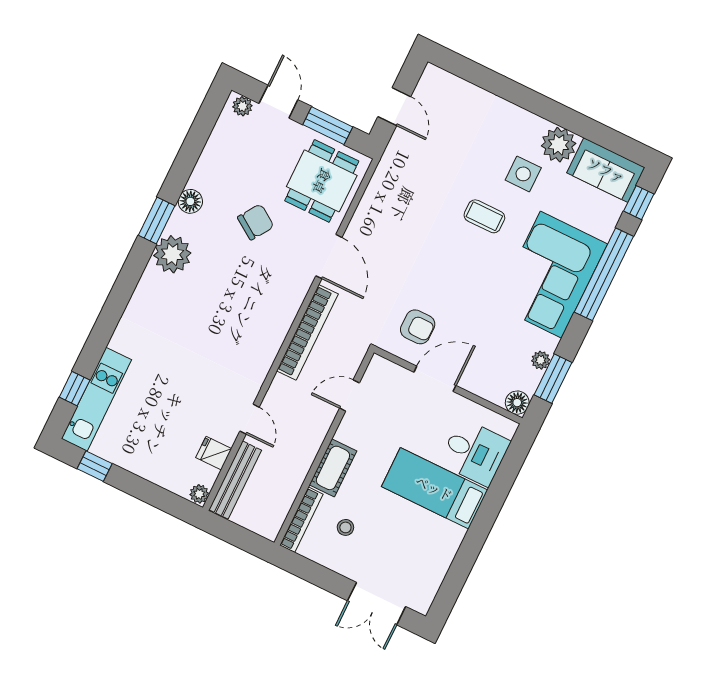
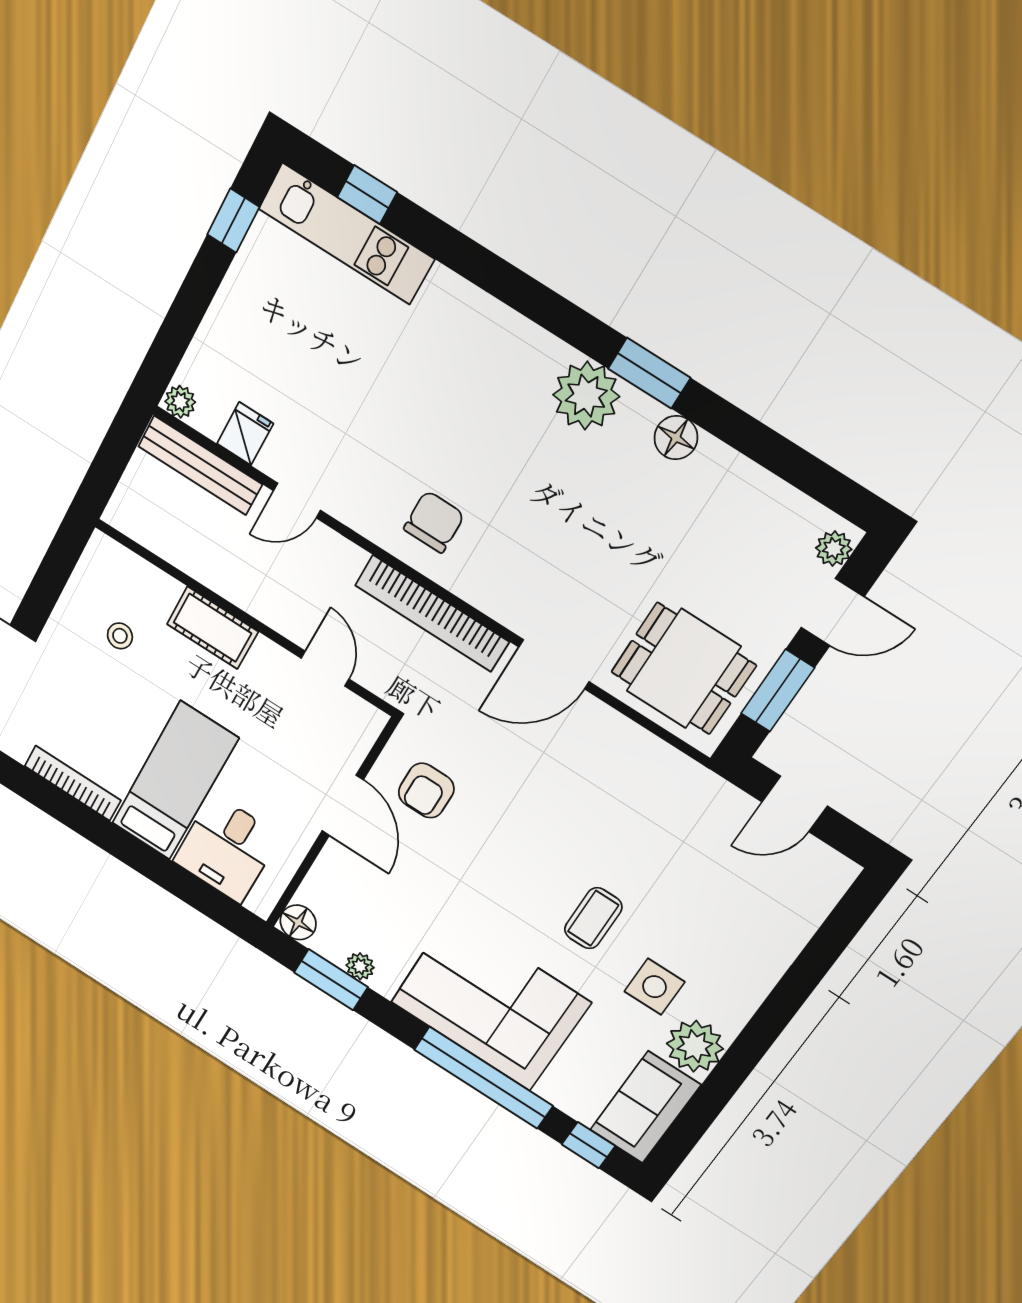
chair: (256, 222) -> (434, 522), moved, turned -124
bookcase: (301, 520) -> (73, 783), moved, turned 180

